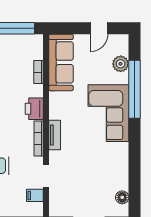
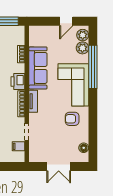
plant: (121, 47) -> (83, 35), added
sofa: (61, 62) -> (38, 68), moved
armchair: (107, 159) -> (72, 119), added

